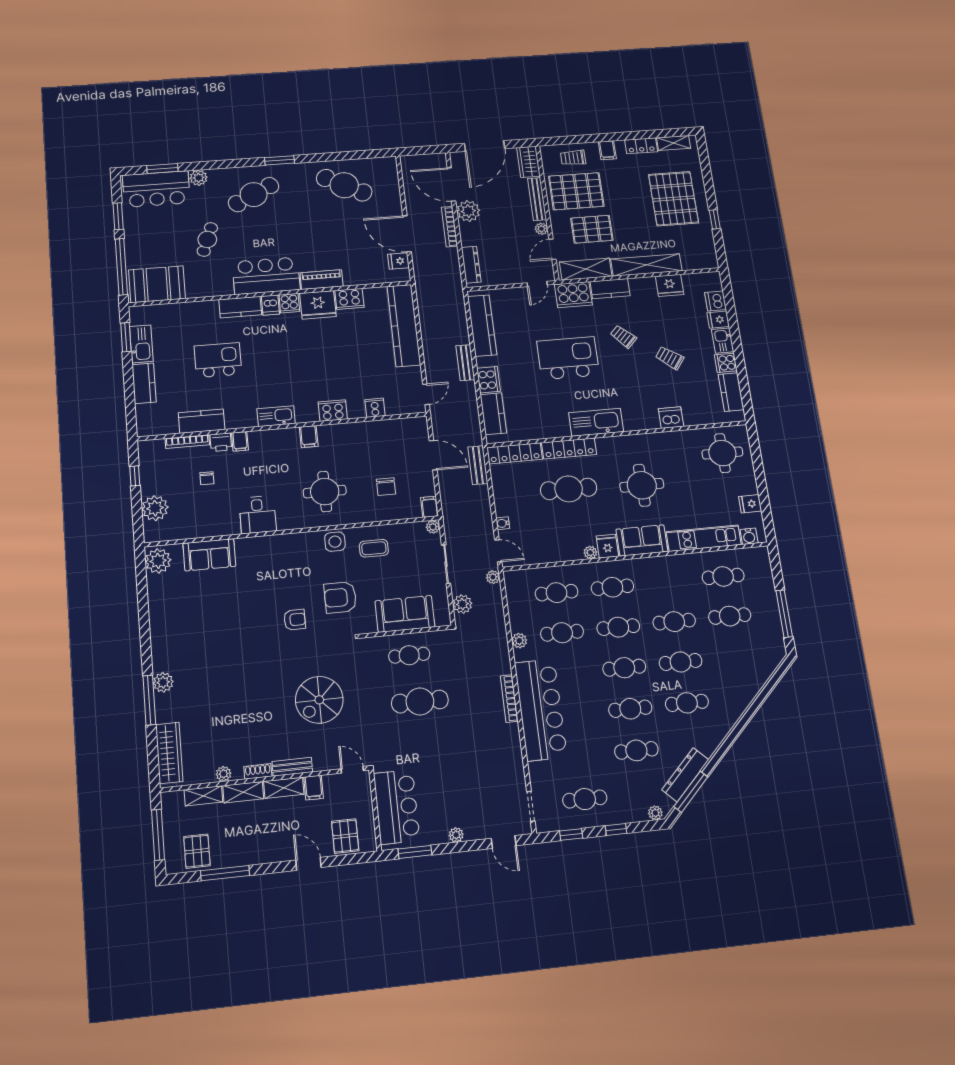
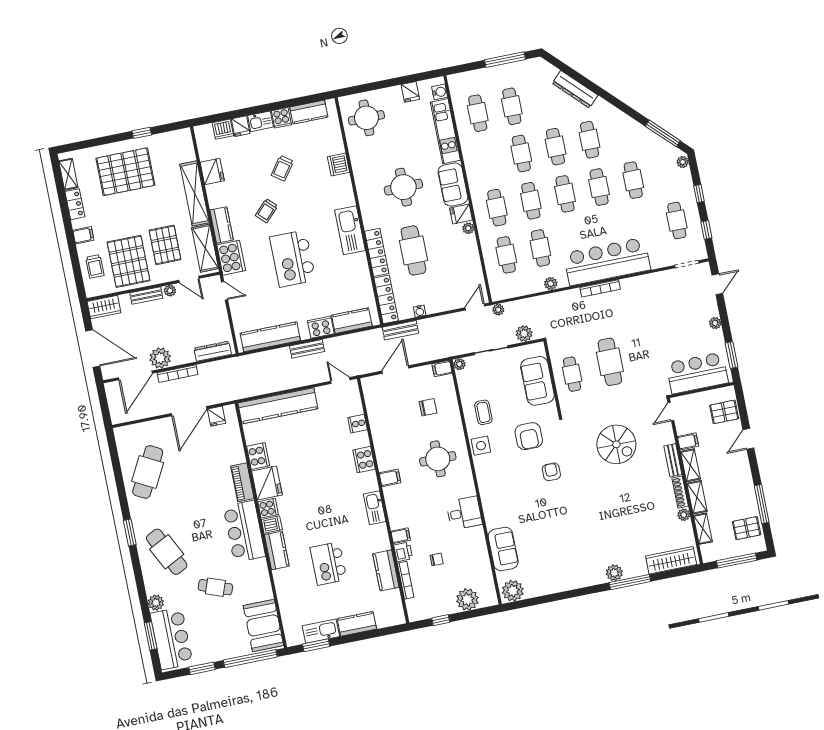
bench: (537, 199) -> (146, 296), width x0.73
water cooler: (503, 523) -> (420, 311), moved
shoe rack: (258, 771) -> (680, 492), width x1.43
dresser: (685, 775) -> (575, 89), moved

